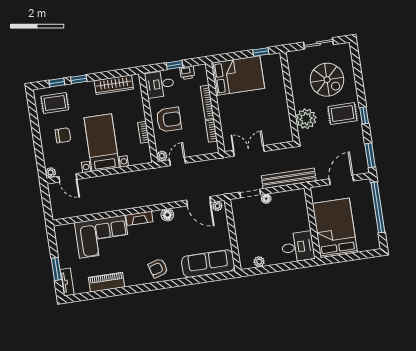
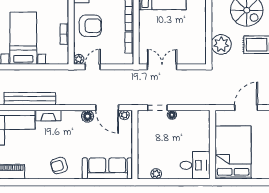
bench: (289, 178) -> (30, 99), moved
floor lamp: (167, 215) -> (88, 116), moved

